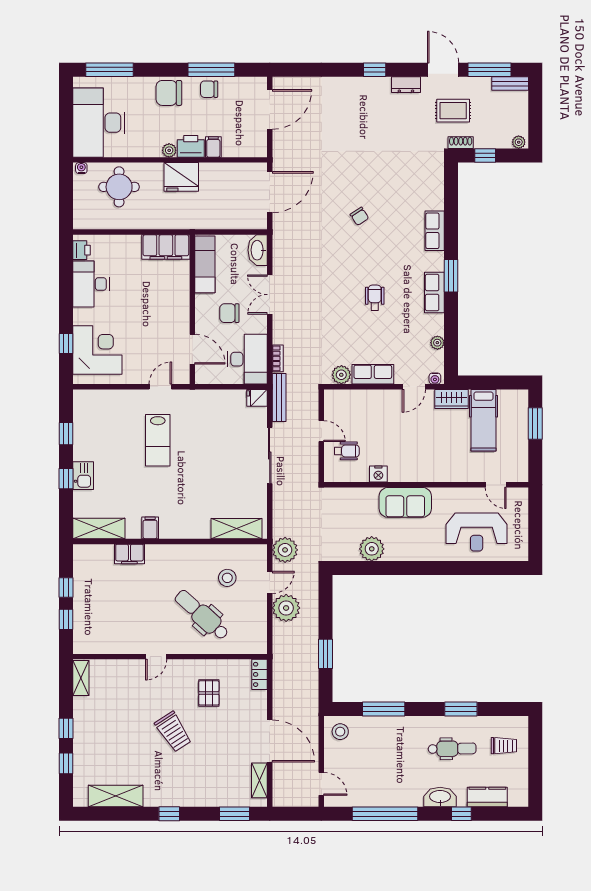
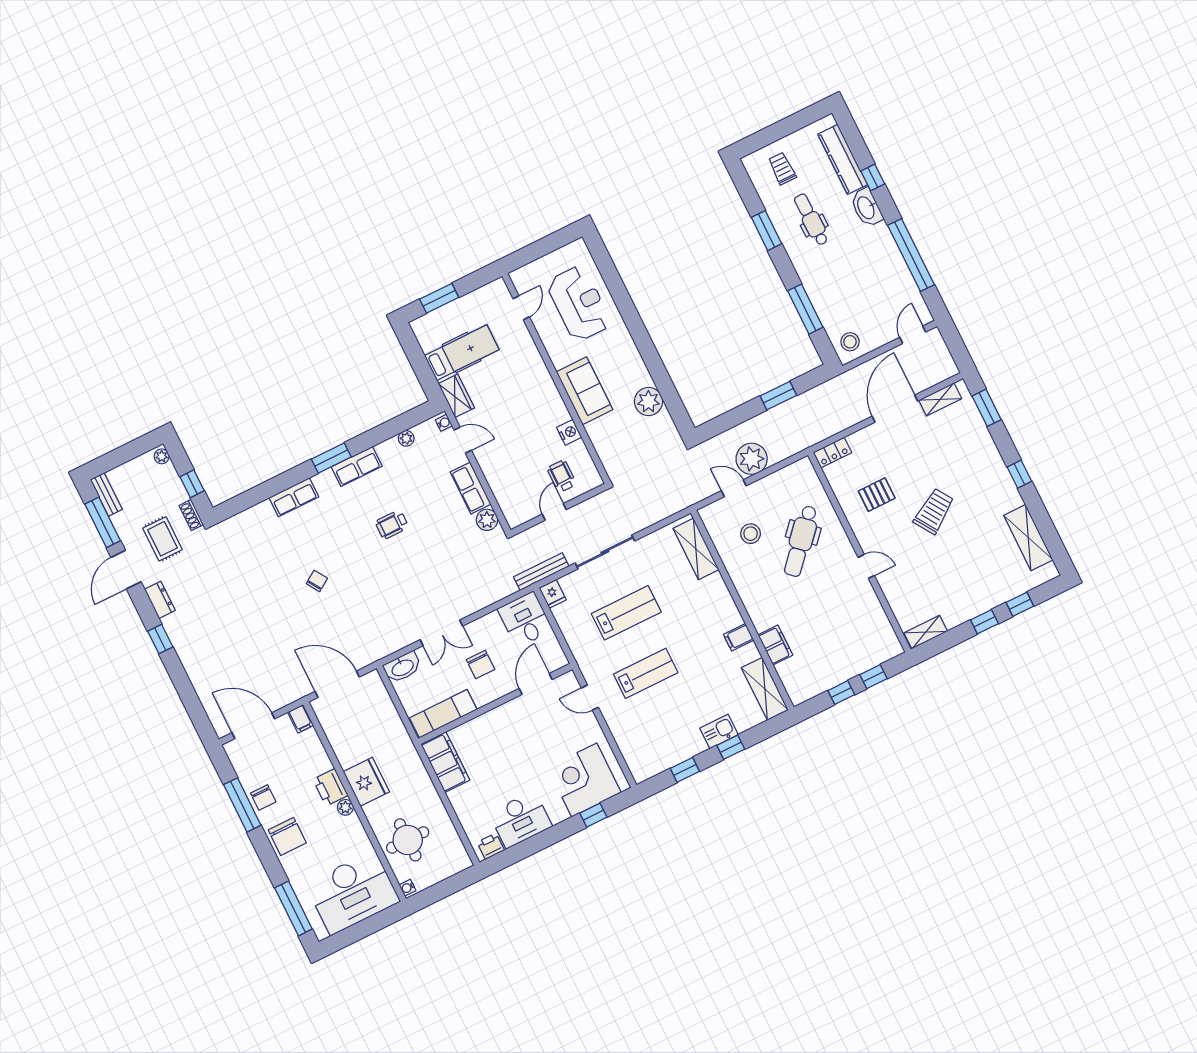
filing cabinet: (213, 147) -> (301, 719), moved, turned -90
bookcase: (278, 358) -> (502, 593), removed
desk: (247, 359) -> (525, 620), width x0.73
lab bench: (213, 449) -> (626, 613), added
plant: (285, 550) -> (693, 489), removed
kitchen counter: (487, 797) -> (843, 159), width x1.50

